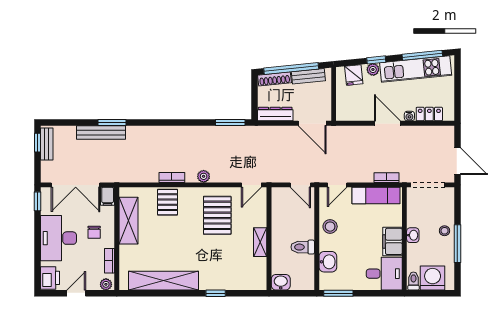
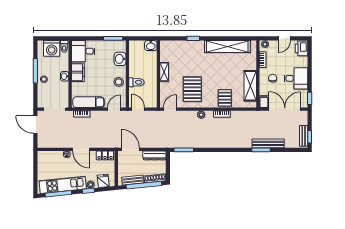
locker: (429, 114) -> (105, 155), moved
desk: (59, 238) -> (296, 78), width x0.73
toilet: (303, 247) -> (136, 82), moved

